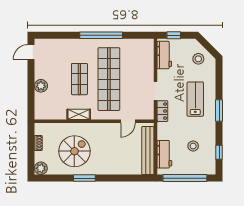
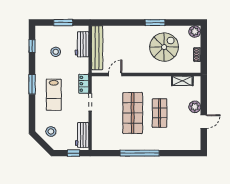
door: (31, 52) -> (204, 122), moved
shop shelf: (109, 79) -> (133, 113), width x0.71
shelving: (79, 114) -> (182, 81), moved
spiral stairs: (74, 151) -> (164, 47), turned 180
window: (185, 178) -> (63, 23), width x0.47

